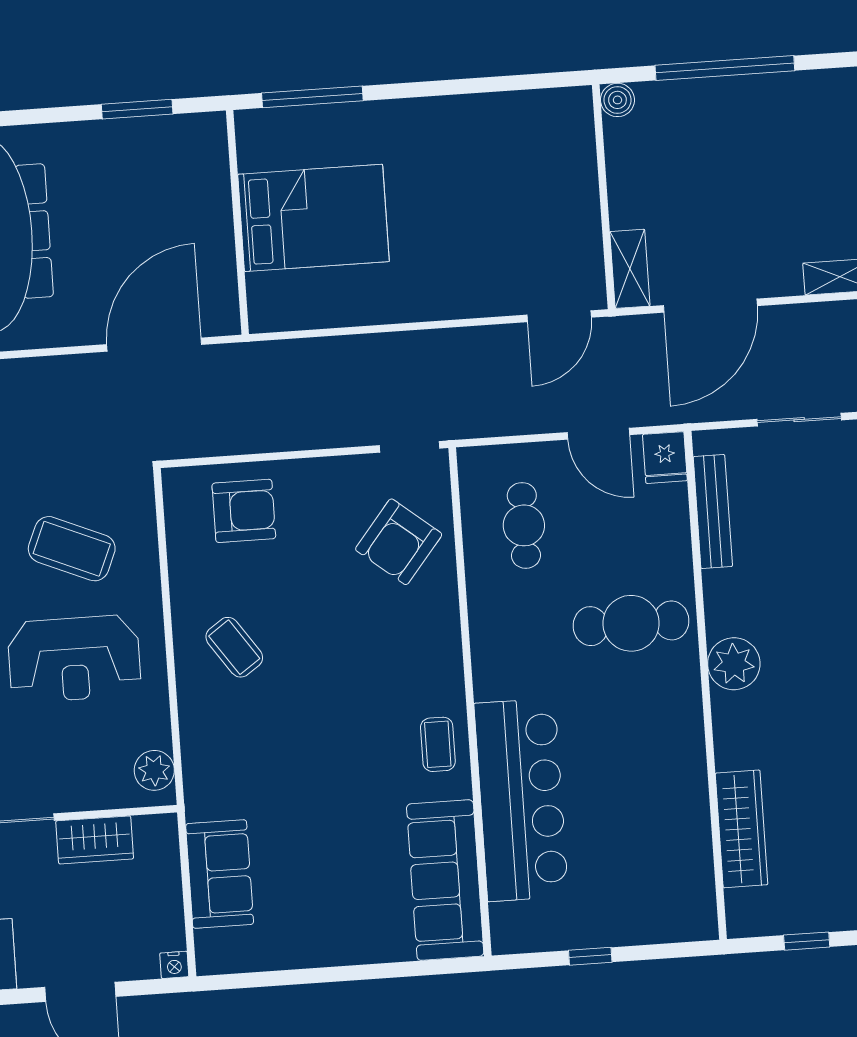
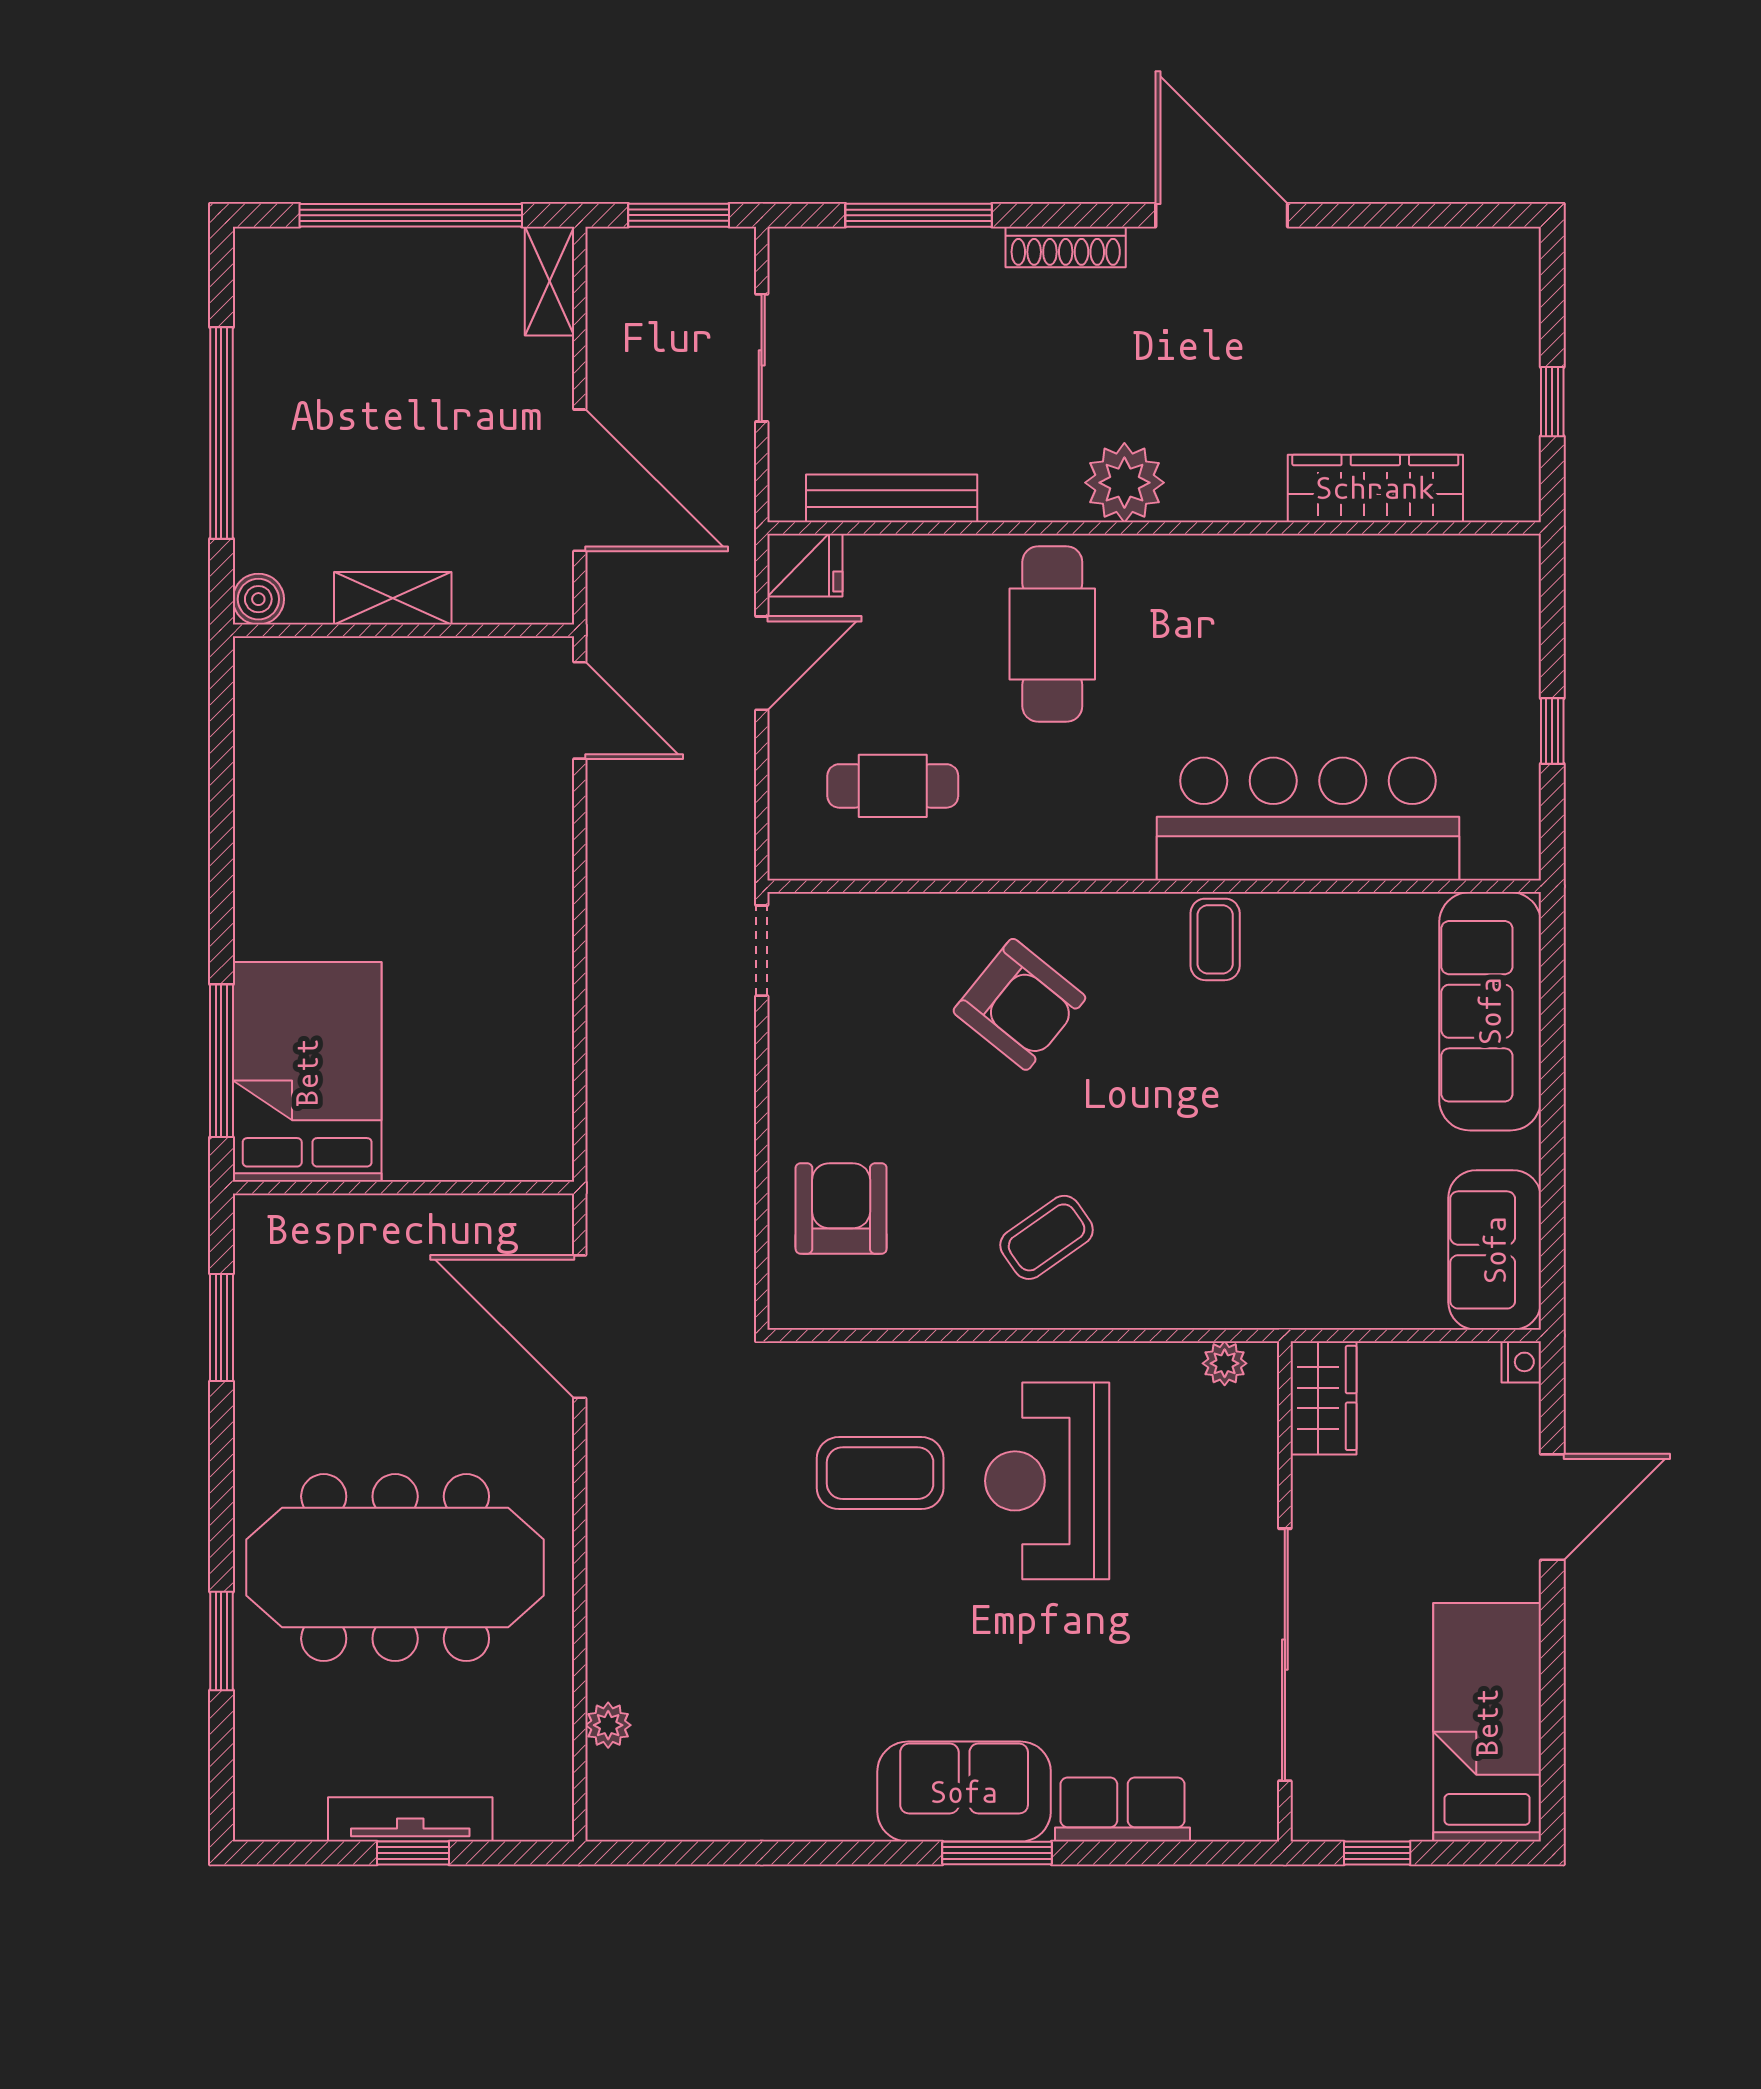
bed: (314, 218) -> (307, 1072), moved
shelving: (630, 269) -> (393, 598), moved
armchair: (399, 542) -> (1019, 1004), moved
coffee table: (72, 549) -> (880, 1473), turned 67
reception desk: (74, 659) -> (1047, 1481), turned 180
coffee table: (438, 744) -> (1215, 939), turned 90
plant: (154, 770) -> (1225, 1363), width x0.73, depth x0.73
wardrobe: (95, 840) -> (1323, 1398), moved
sofa: (220, 874) -> (1495, 1250), moved, turned -90
sofa: (445, 880) -> (1490, 1011), moved, turned 90

